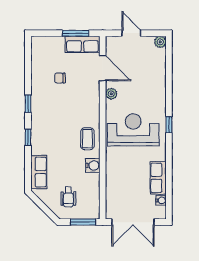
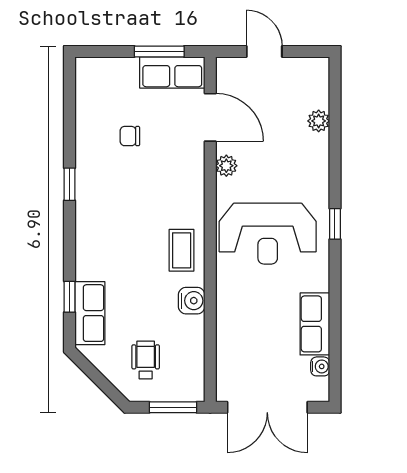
plant: (160, 42) -> (319, 121), moved
reception desk: (133, 130) -> (268, 234), turned 180
window: (28, 137) -> (70, 297), moved
wheelchair: (68, 197) -> (146, 360), turned 180

